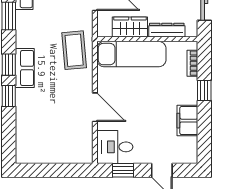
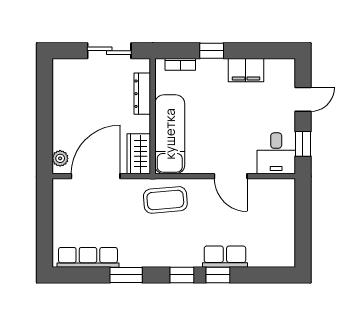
wardrobe: (130, 27) -> (139, 154), moved
row of seats: (25, 68) -> (225, 257), moved
door: (95, 107) -> (231, 176), swing flipped

